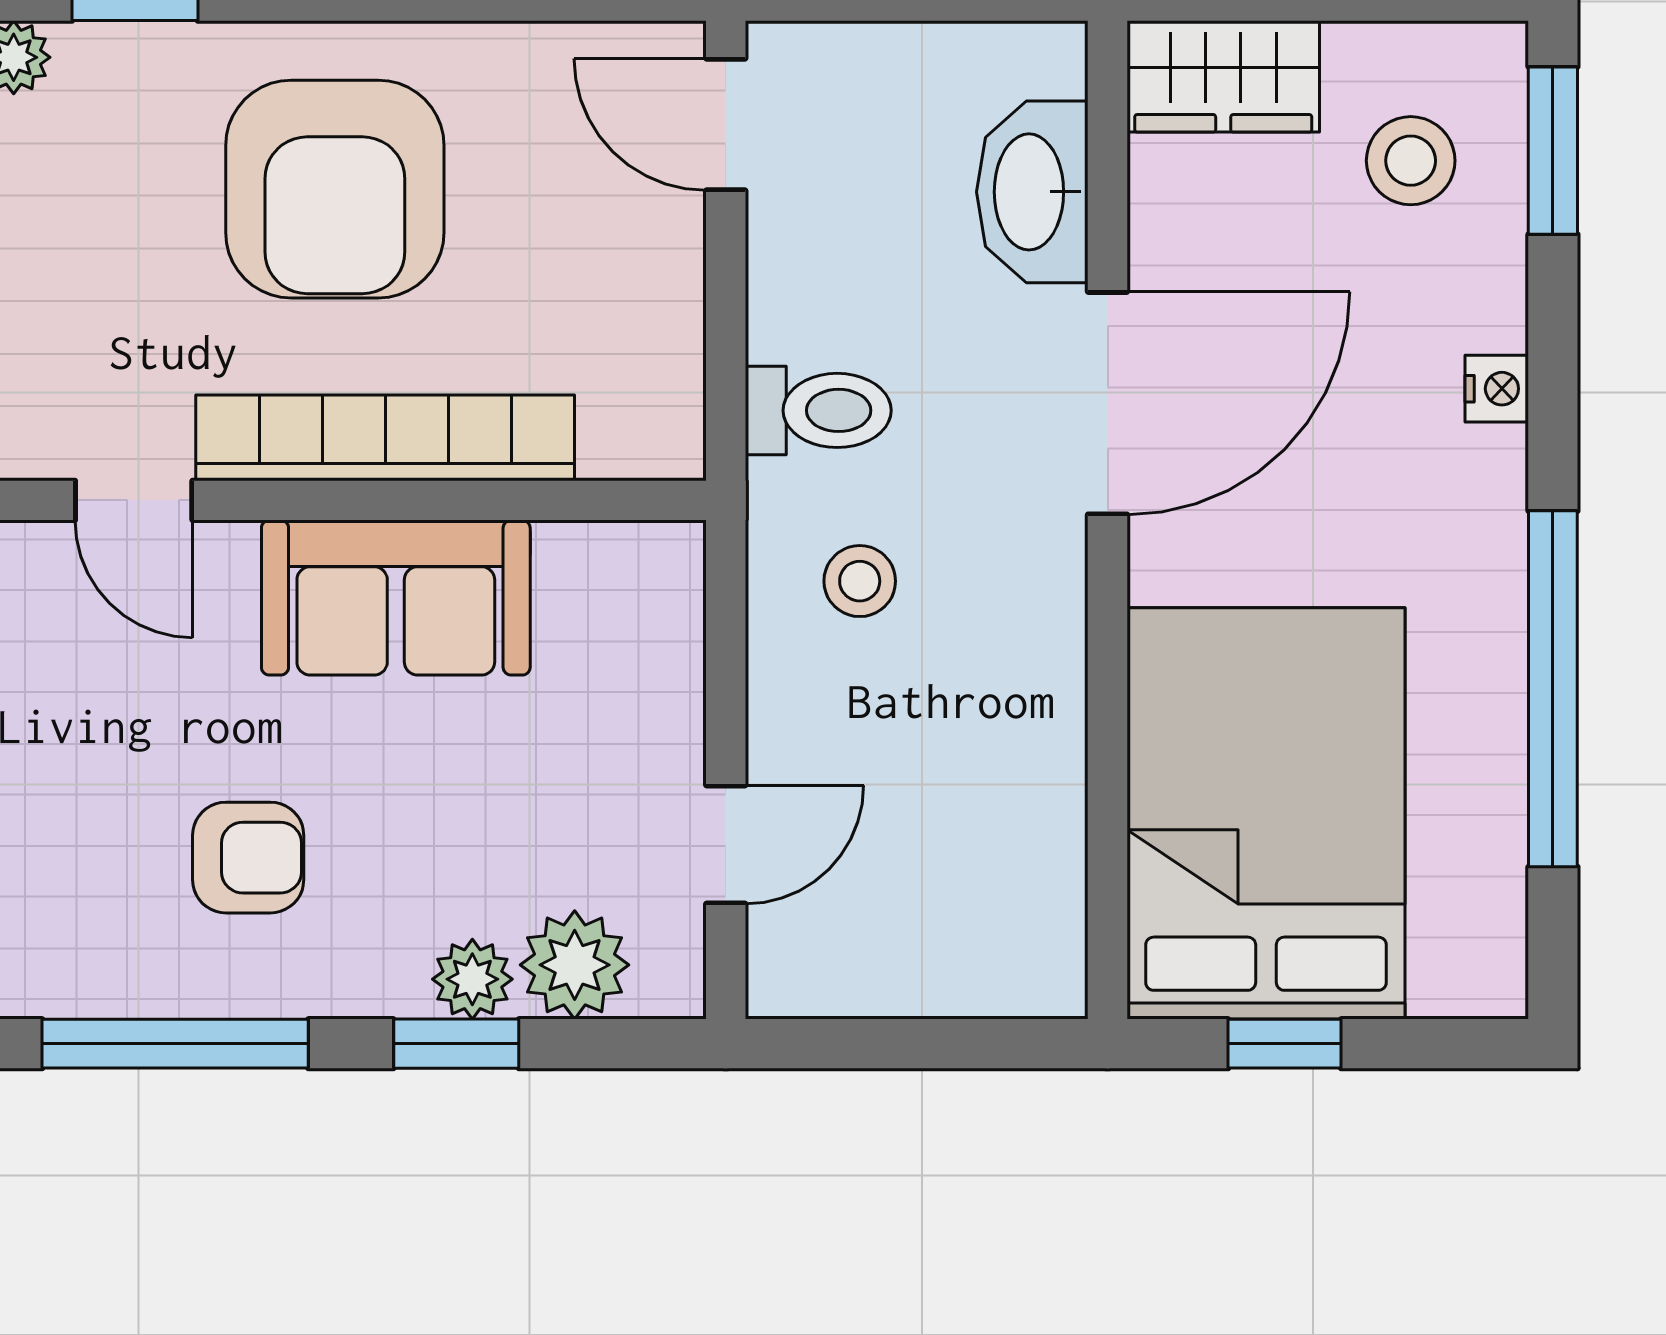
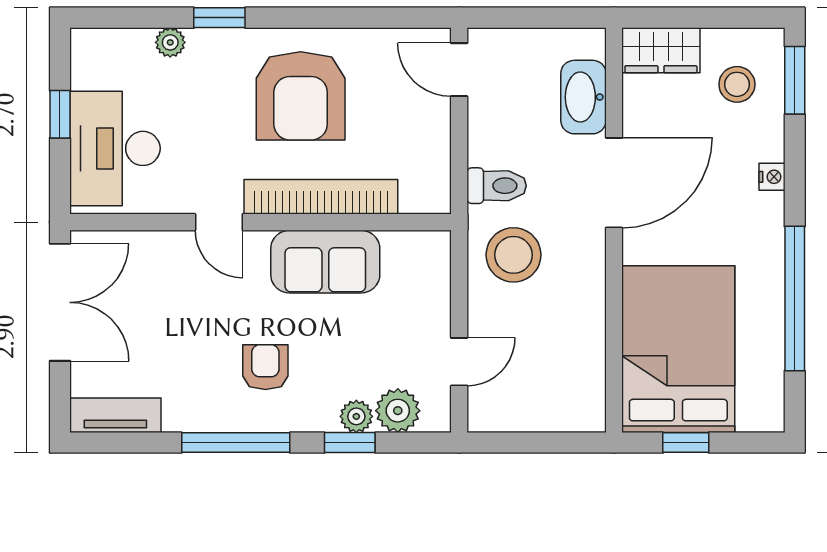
stool: (860, 581) -> (513, 255), width x1.89, depth x1.89
armchair: (248, 858) -> (265, 367), turned -90

